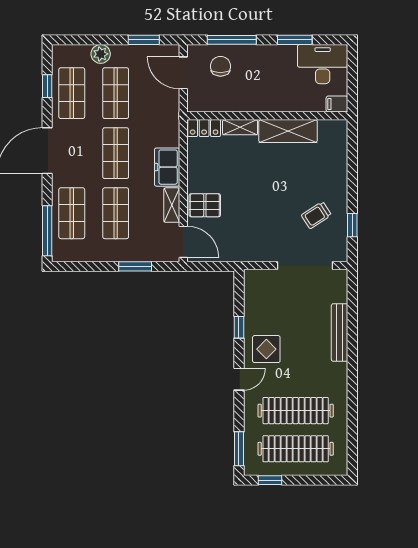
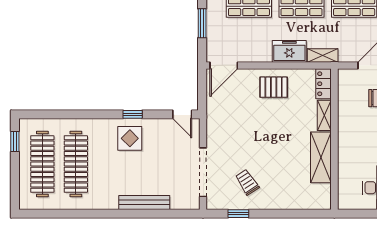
filing cabinet: (337, 104) -> (345, 200), removed
shelving: (172, 205) -> (323, 55), moved
pallet: (205, 205) -> (274, 87), moved, turned 90
window: (239, 327) -> (133, 114), moved
door: (239, 379) -> (182, 114), moved
window: (239, 449) -> (42, 114), removed

